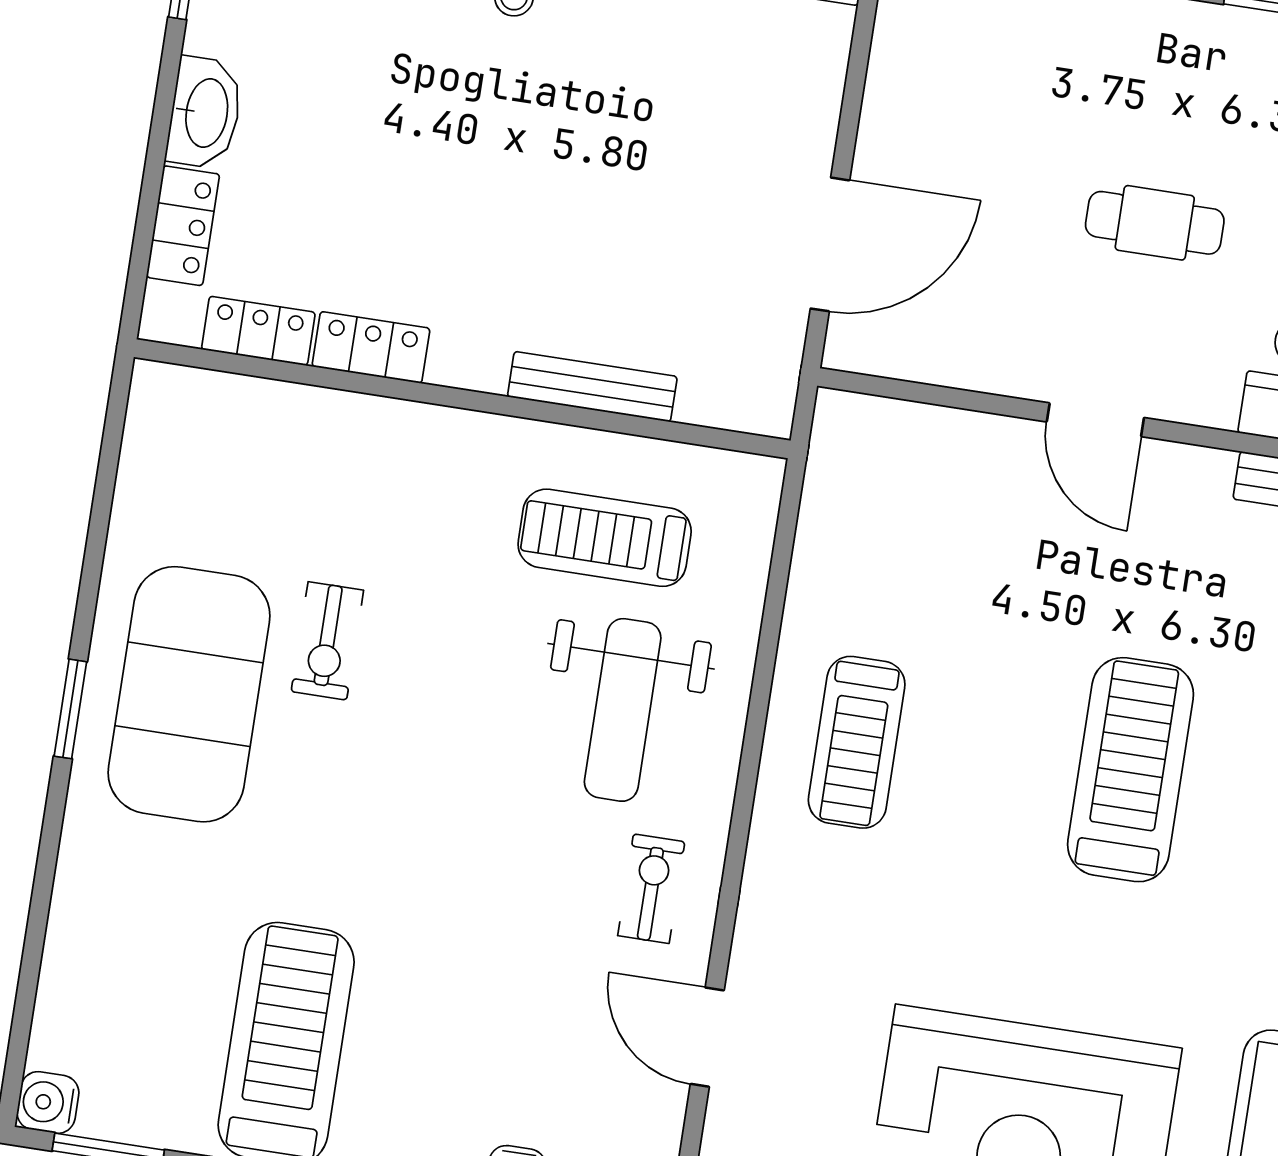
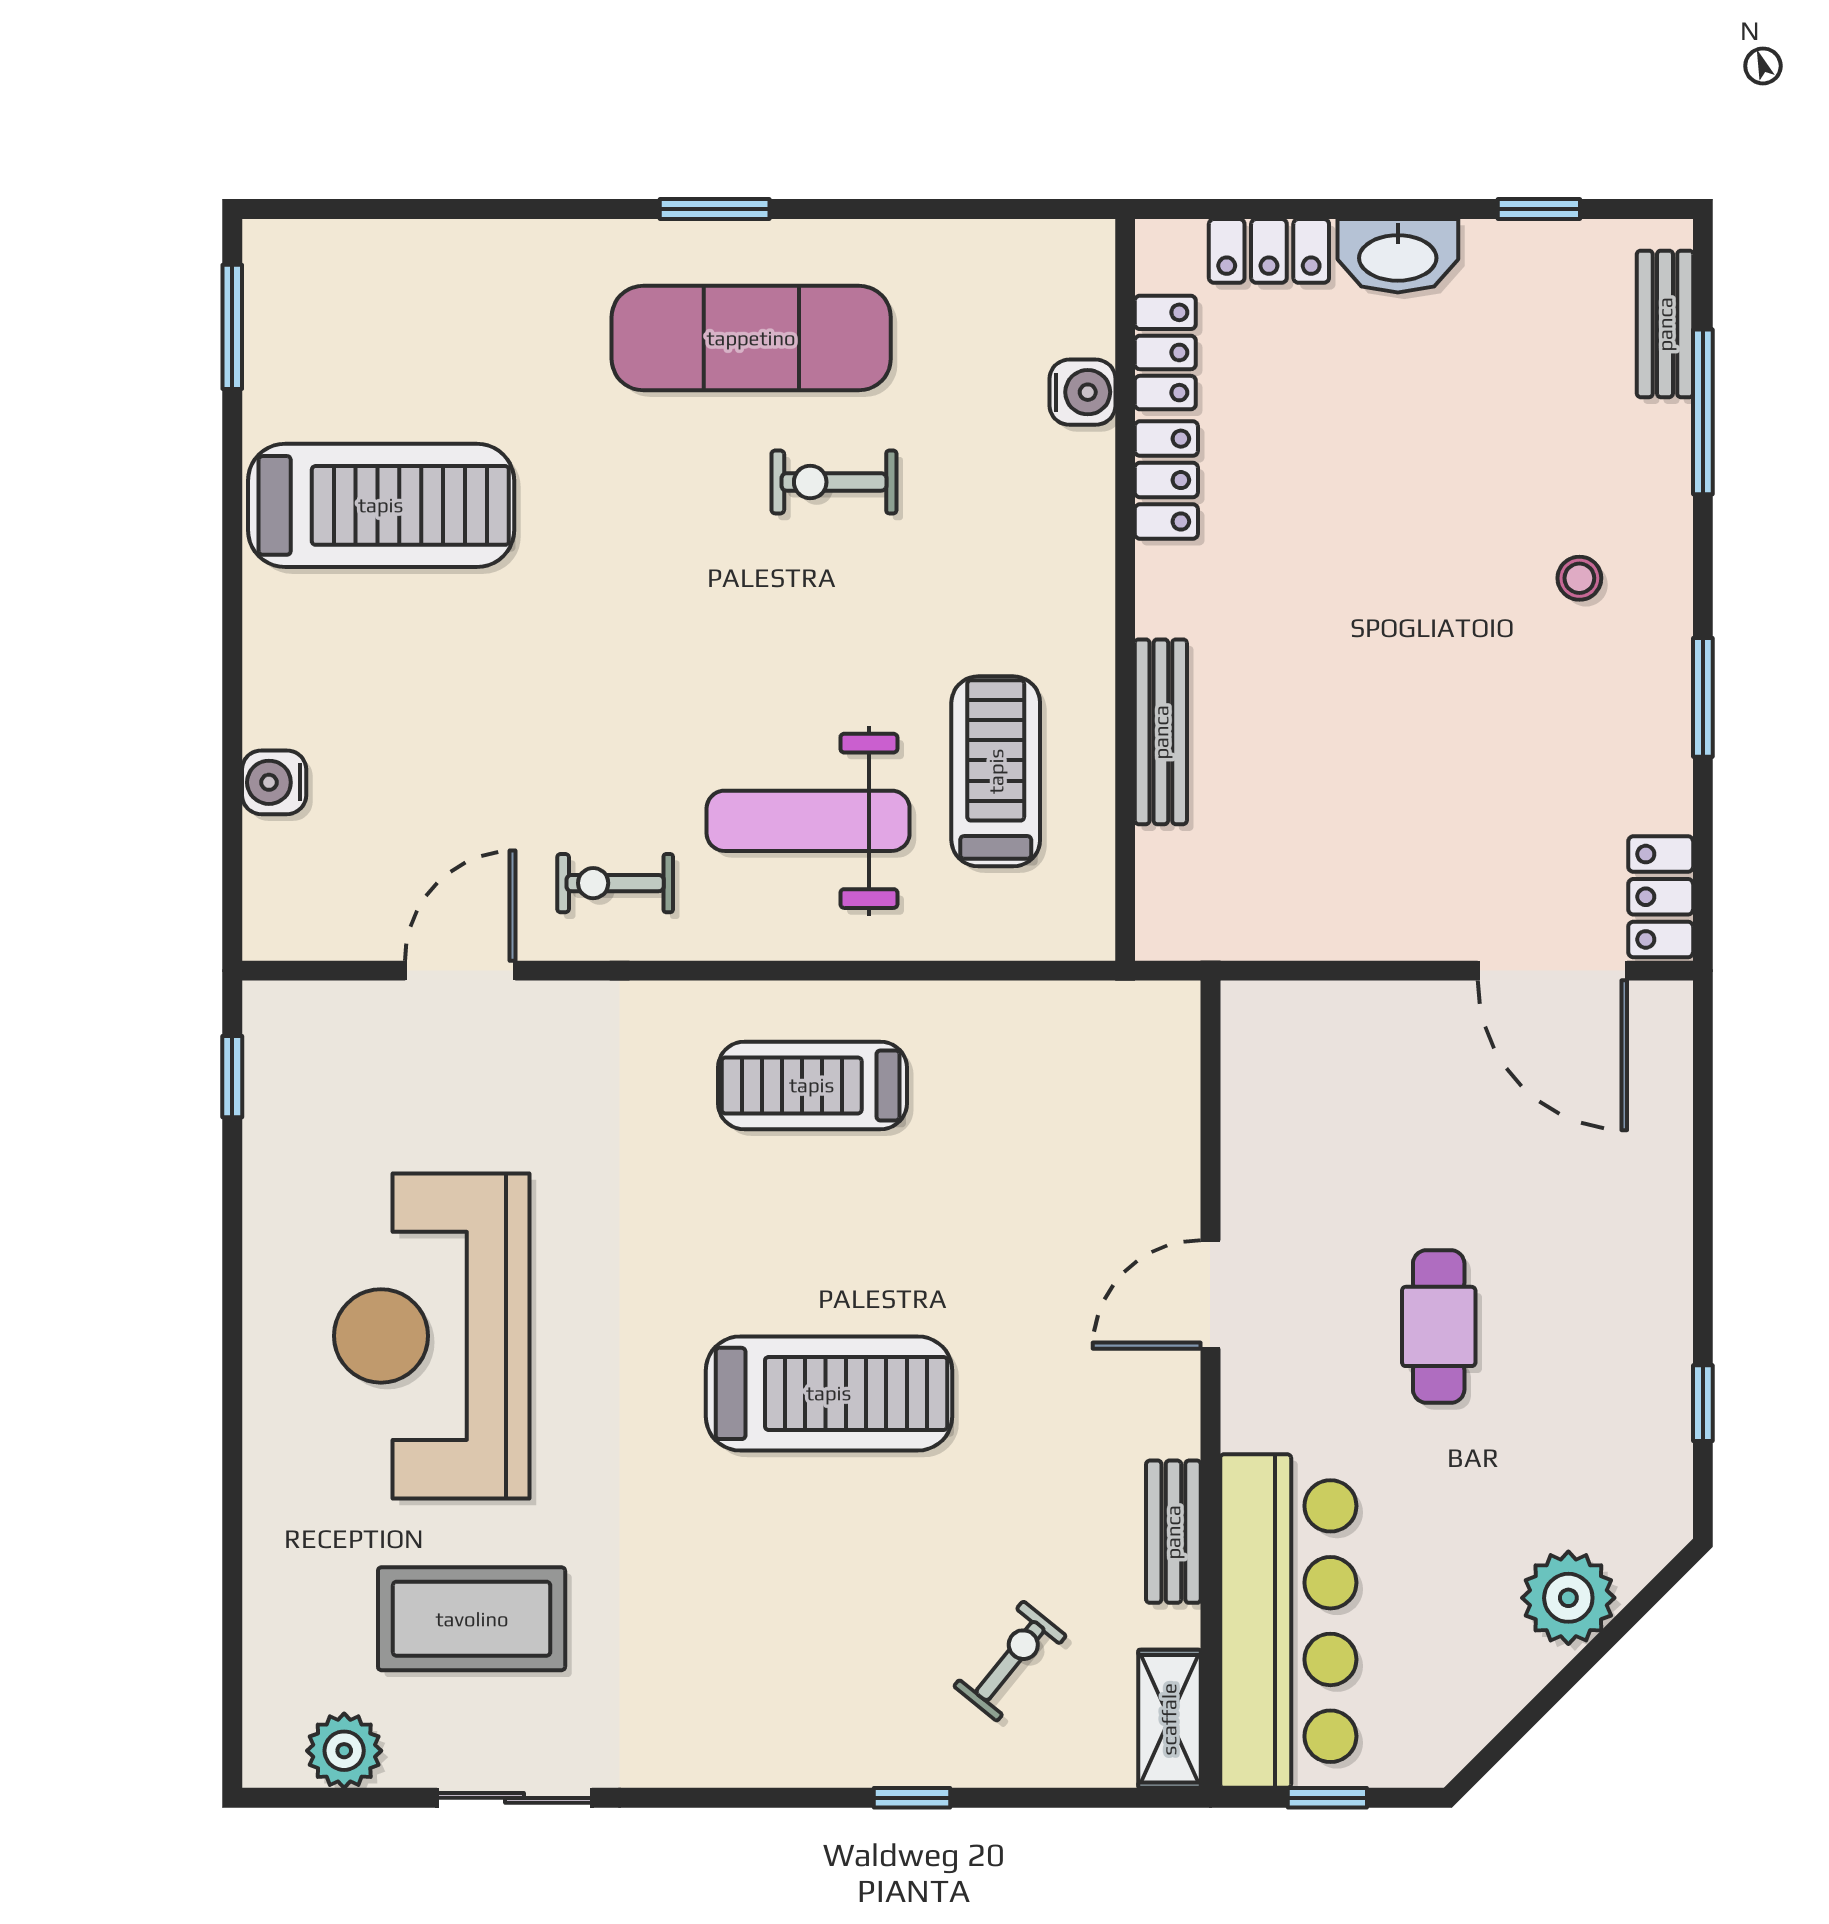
door: (830, 244) -> (1552, 971), moved
exercise mat: (189, 694) -> (751, 338), width x0.68
exercise bike: (651, 889) -> (615, 883), turned 180
water cooler: (48, 1103) -> (1082, 392), moved, turned 90

